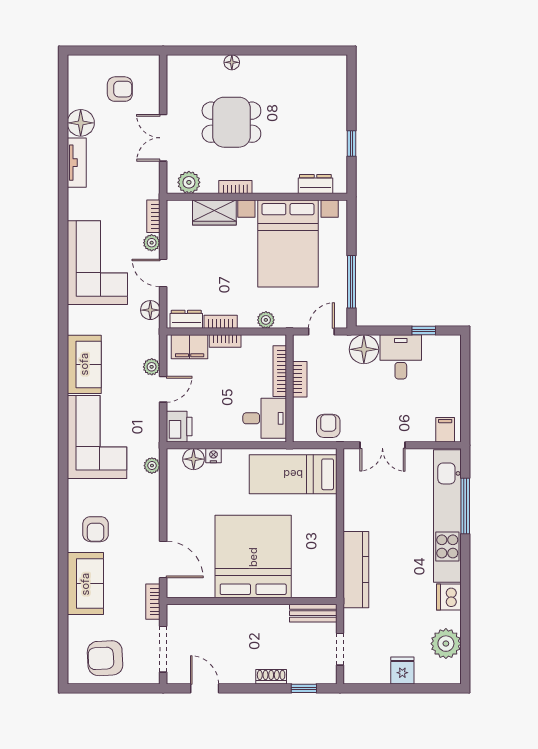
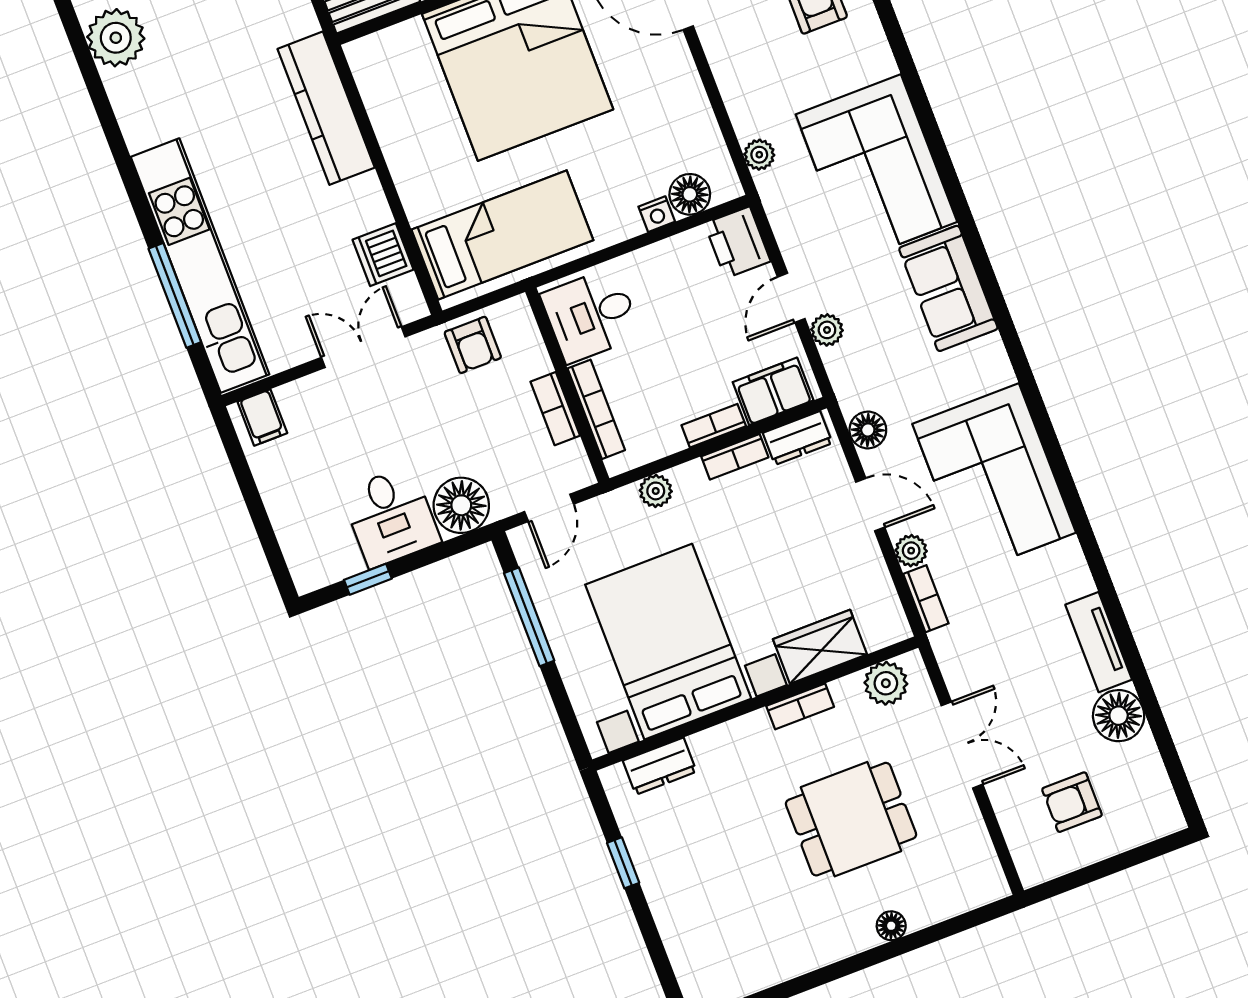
dishwasher: (449, 597) -> (383, 255), moved, turned 180

